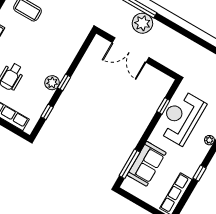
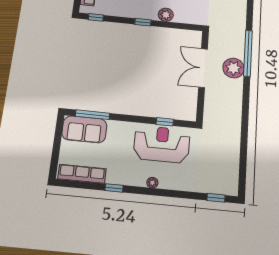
plant: (52, 83) -> (166, 15), moved
window: (47, 112) -> (96, 17), moved
sofa: (147, 164) -> (84, 129), moved

